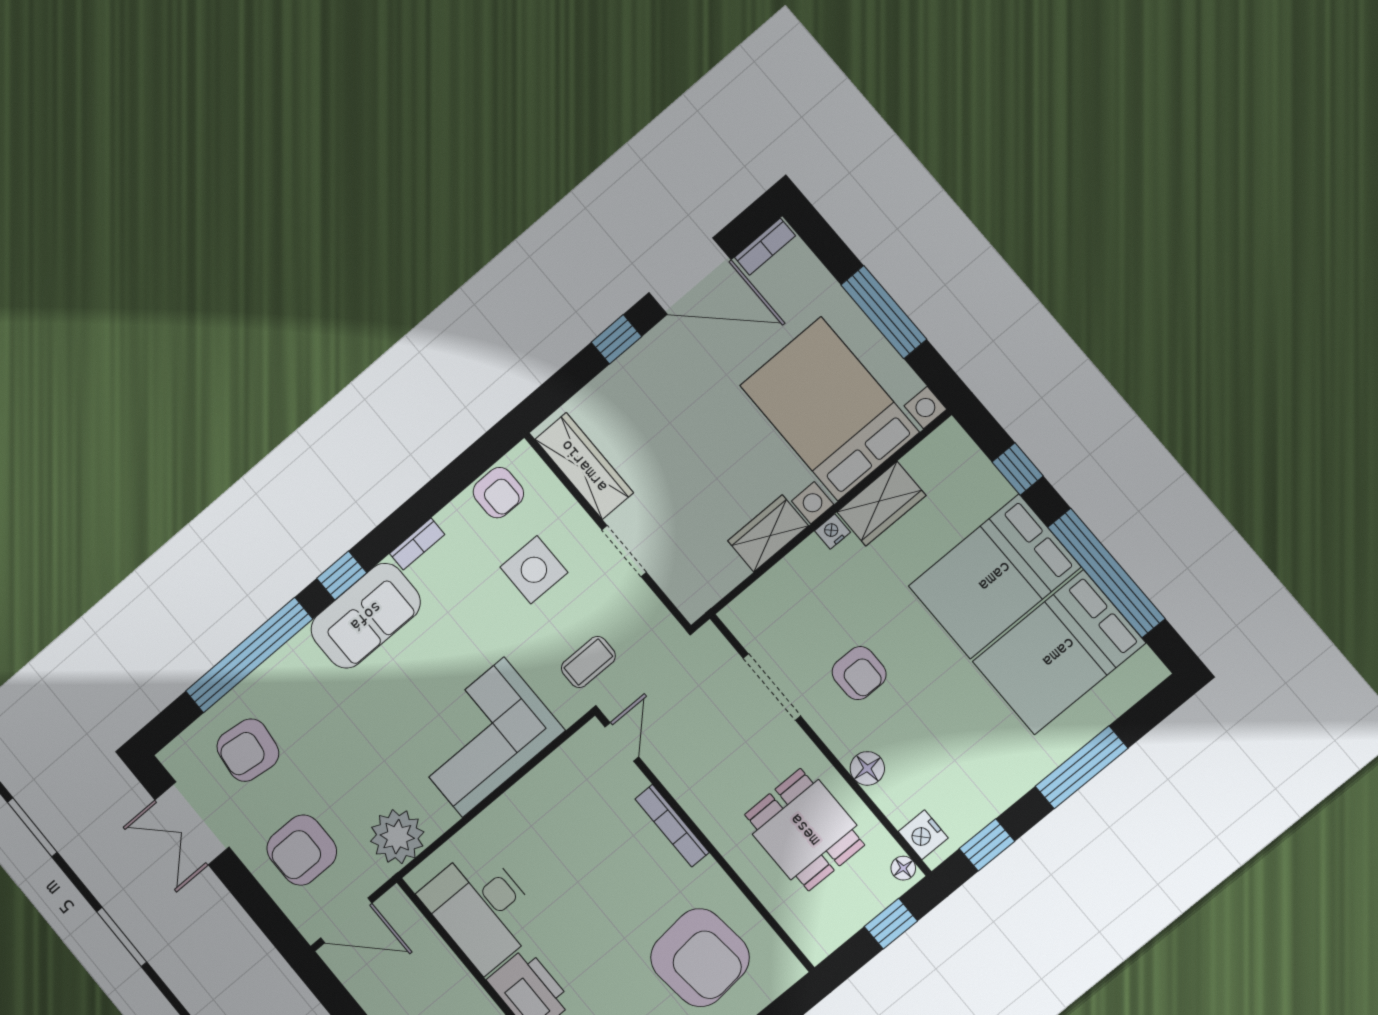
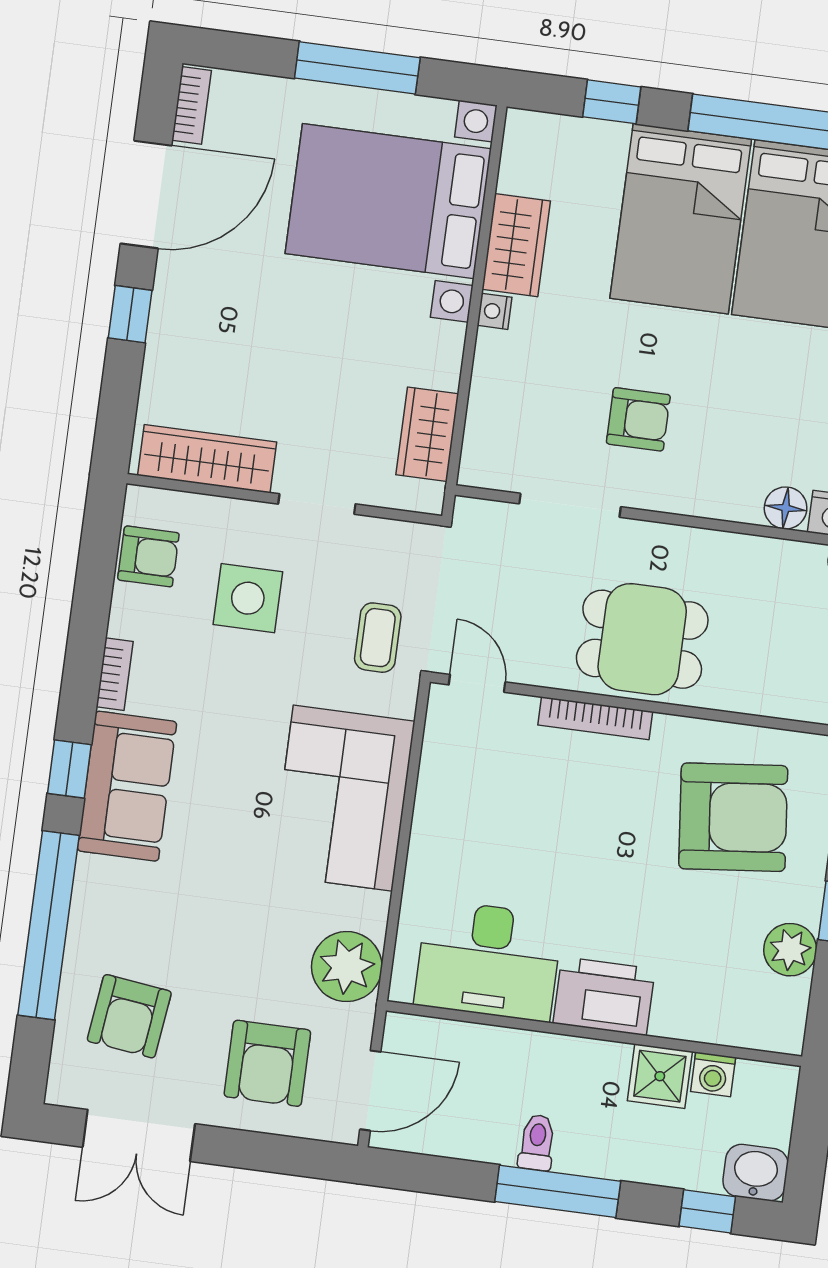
wardrobe: (768, 533) -> (427, 434), moved
floor lamp: (867, 768) -> (786, 508), moved
dining table: (805, 830) -> (642, 639), moved

